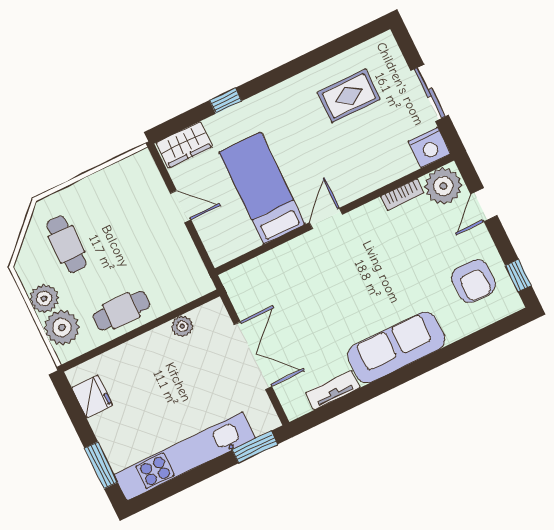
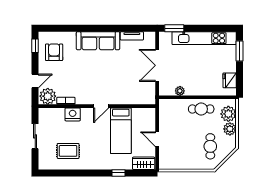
nightstand: (429, 148) -> (73, 114), moved

